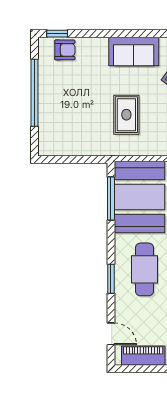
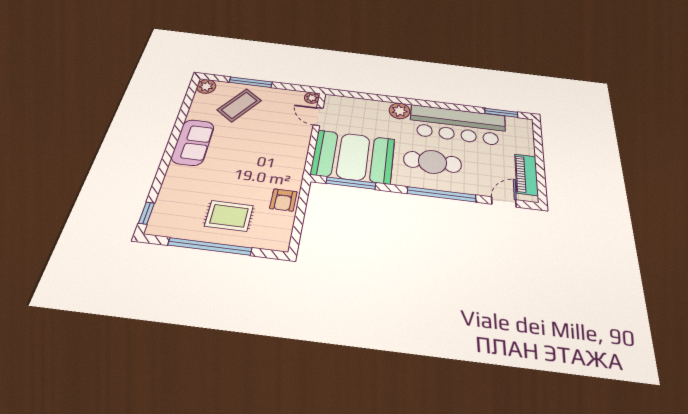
armchair: (65, 50) -> (283, 200), moved, turned 180
rug: (126, 115) -> (229, 216), moved
window: (111, 279) -> (442, 194), width x2.11

